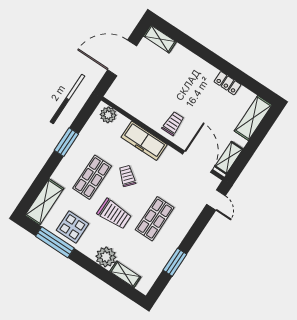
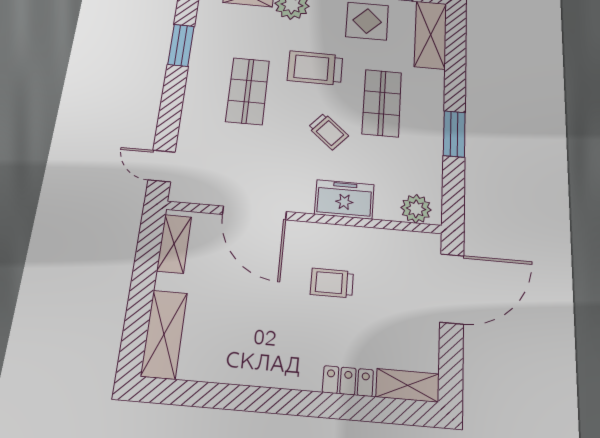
door: (122, 58) -> (452, 289), moved
locker: (227, 83) -> (348, 381), moved
trolley: (173, 124) -> (332, 283), moved, turned 90
freezer: (144, 141) -> (344, 199), width x0.71
door: (198, 162) -> (254, 213), moved

